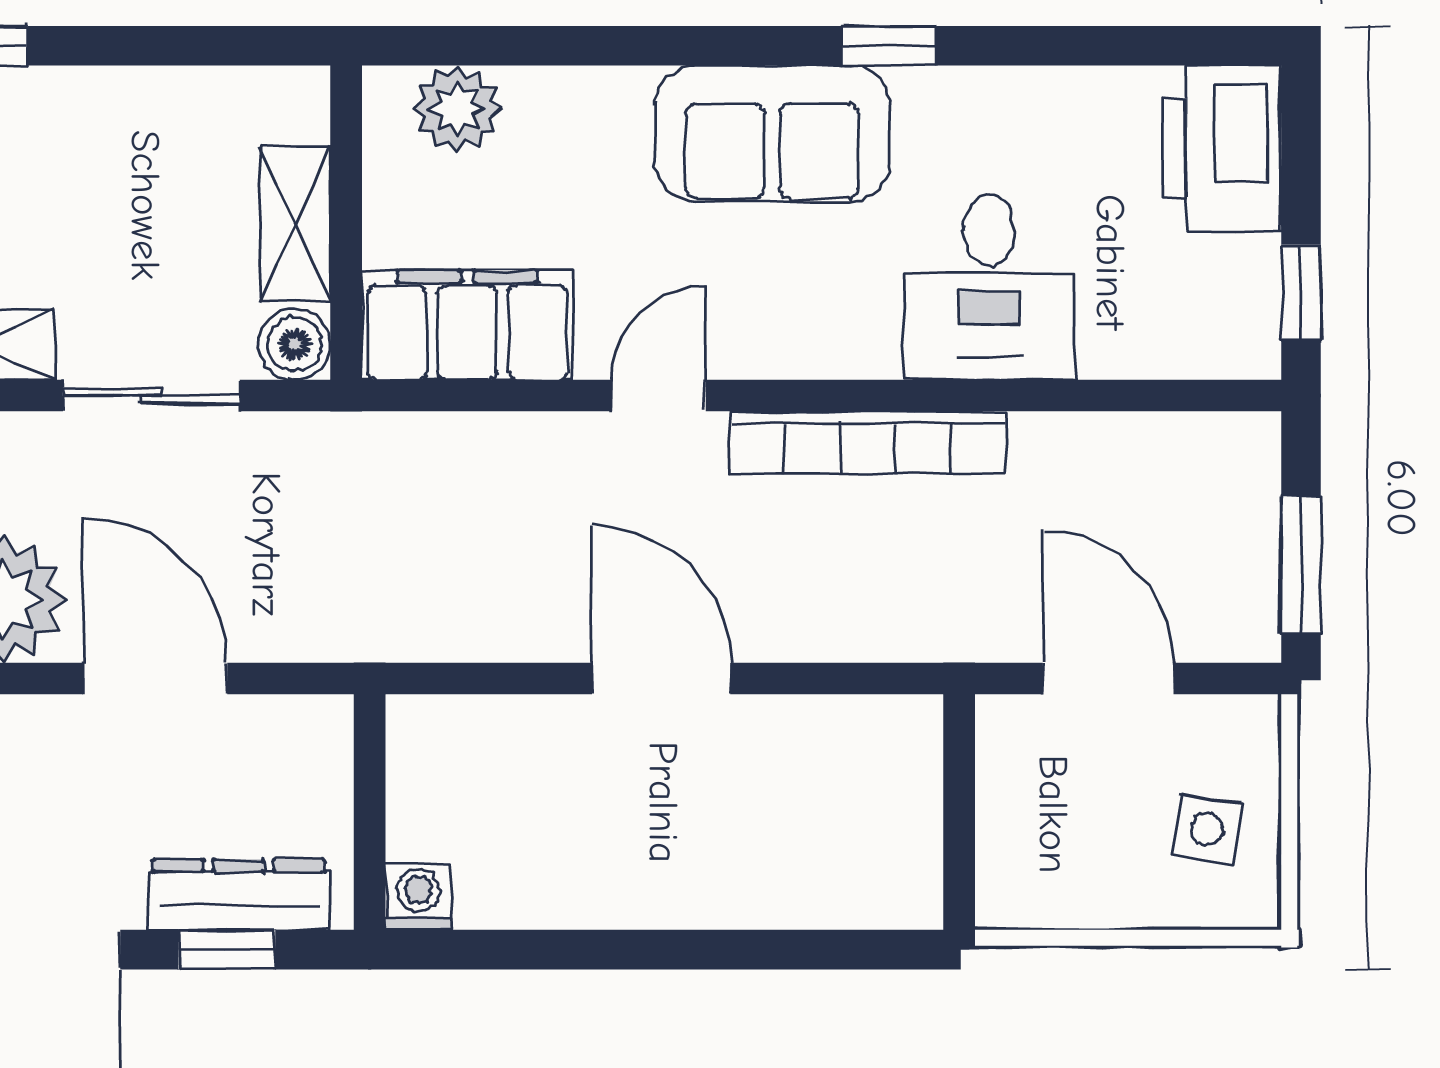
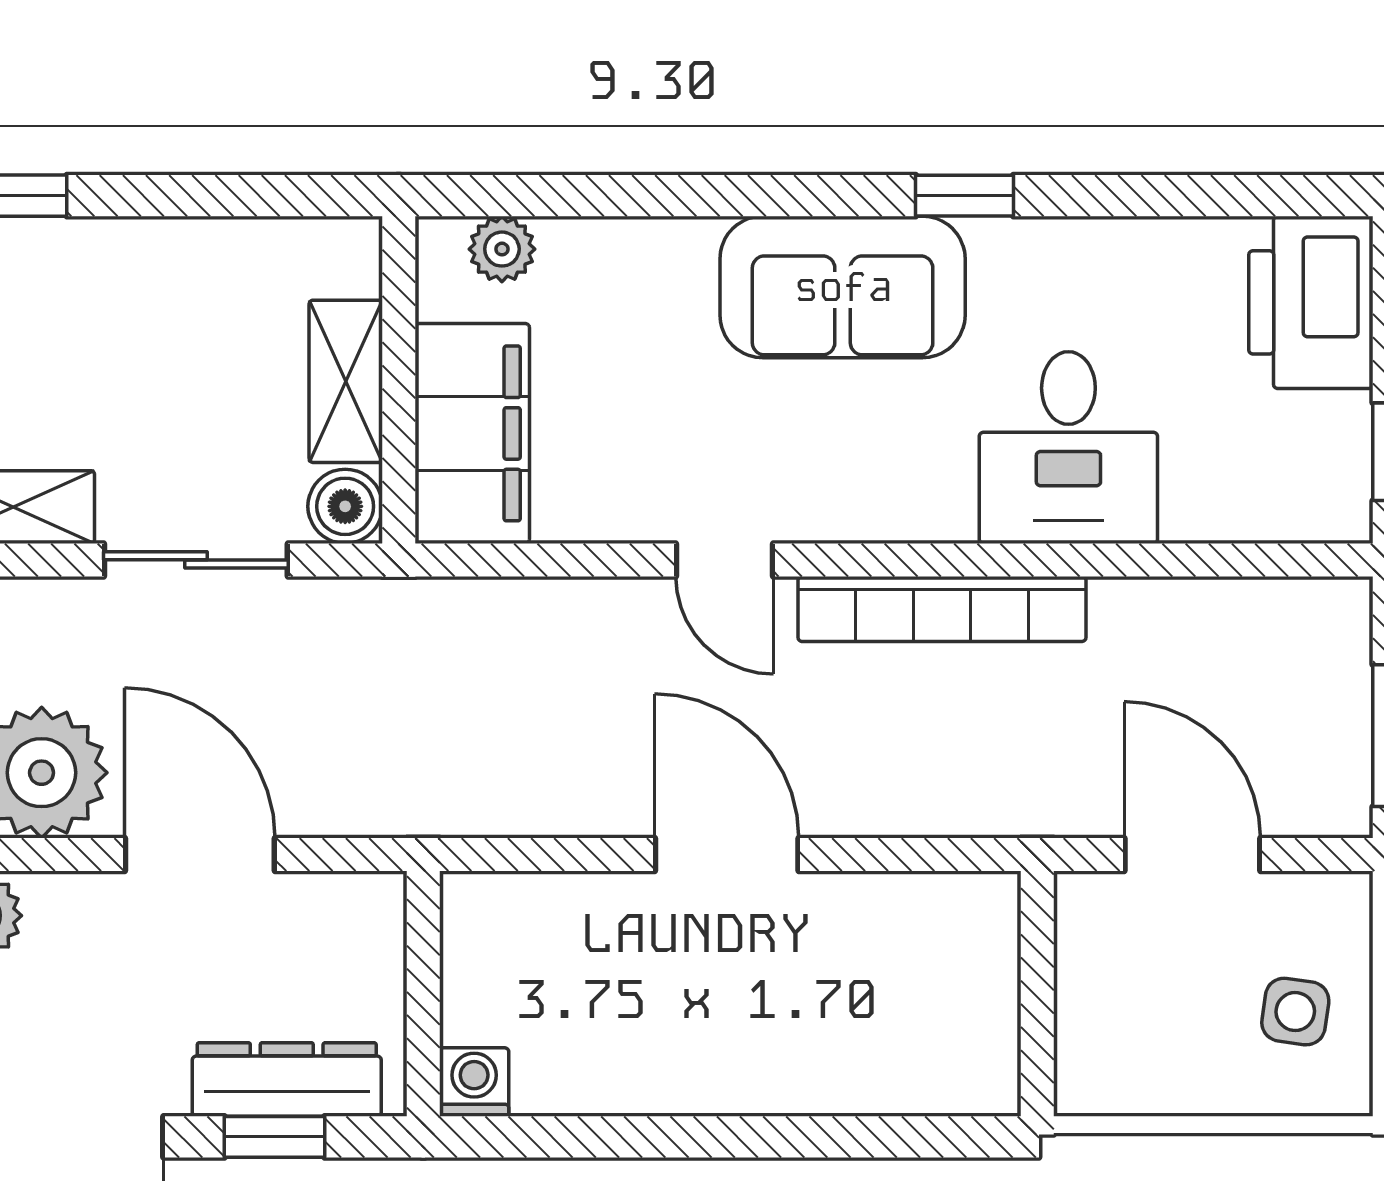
plant: (457, 109) -> (502, 249), width x0.73, depth x0.73
filing cabinet: (468, 325) -> (472, 433), moved, turned 90
door: (659, 396) -> (725, 560), swing flipped

